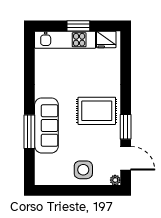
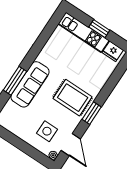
window: (126, 127) -> (92, 113), moved
side table: (83, 170) -> (47, 131), moved

